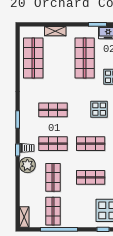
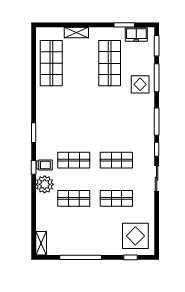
display table: (99, 109) -> (126, 121), removed
shop shelf: (53, 110) -> (74, 122), removed
shop shelf: (53, 177) -> (74, 198), turned 90
shop shelf: (53, 211) -> (74, 237), removed

